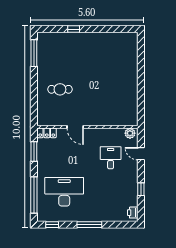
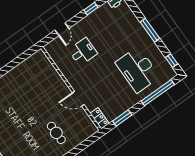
door: (75, 127) -> (78, 99), swing flipped
plant: (130, 133) -> (52, 50), removed
desk: (111, 158) -> (83, 52), turned 180

